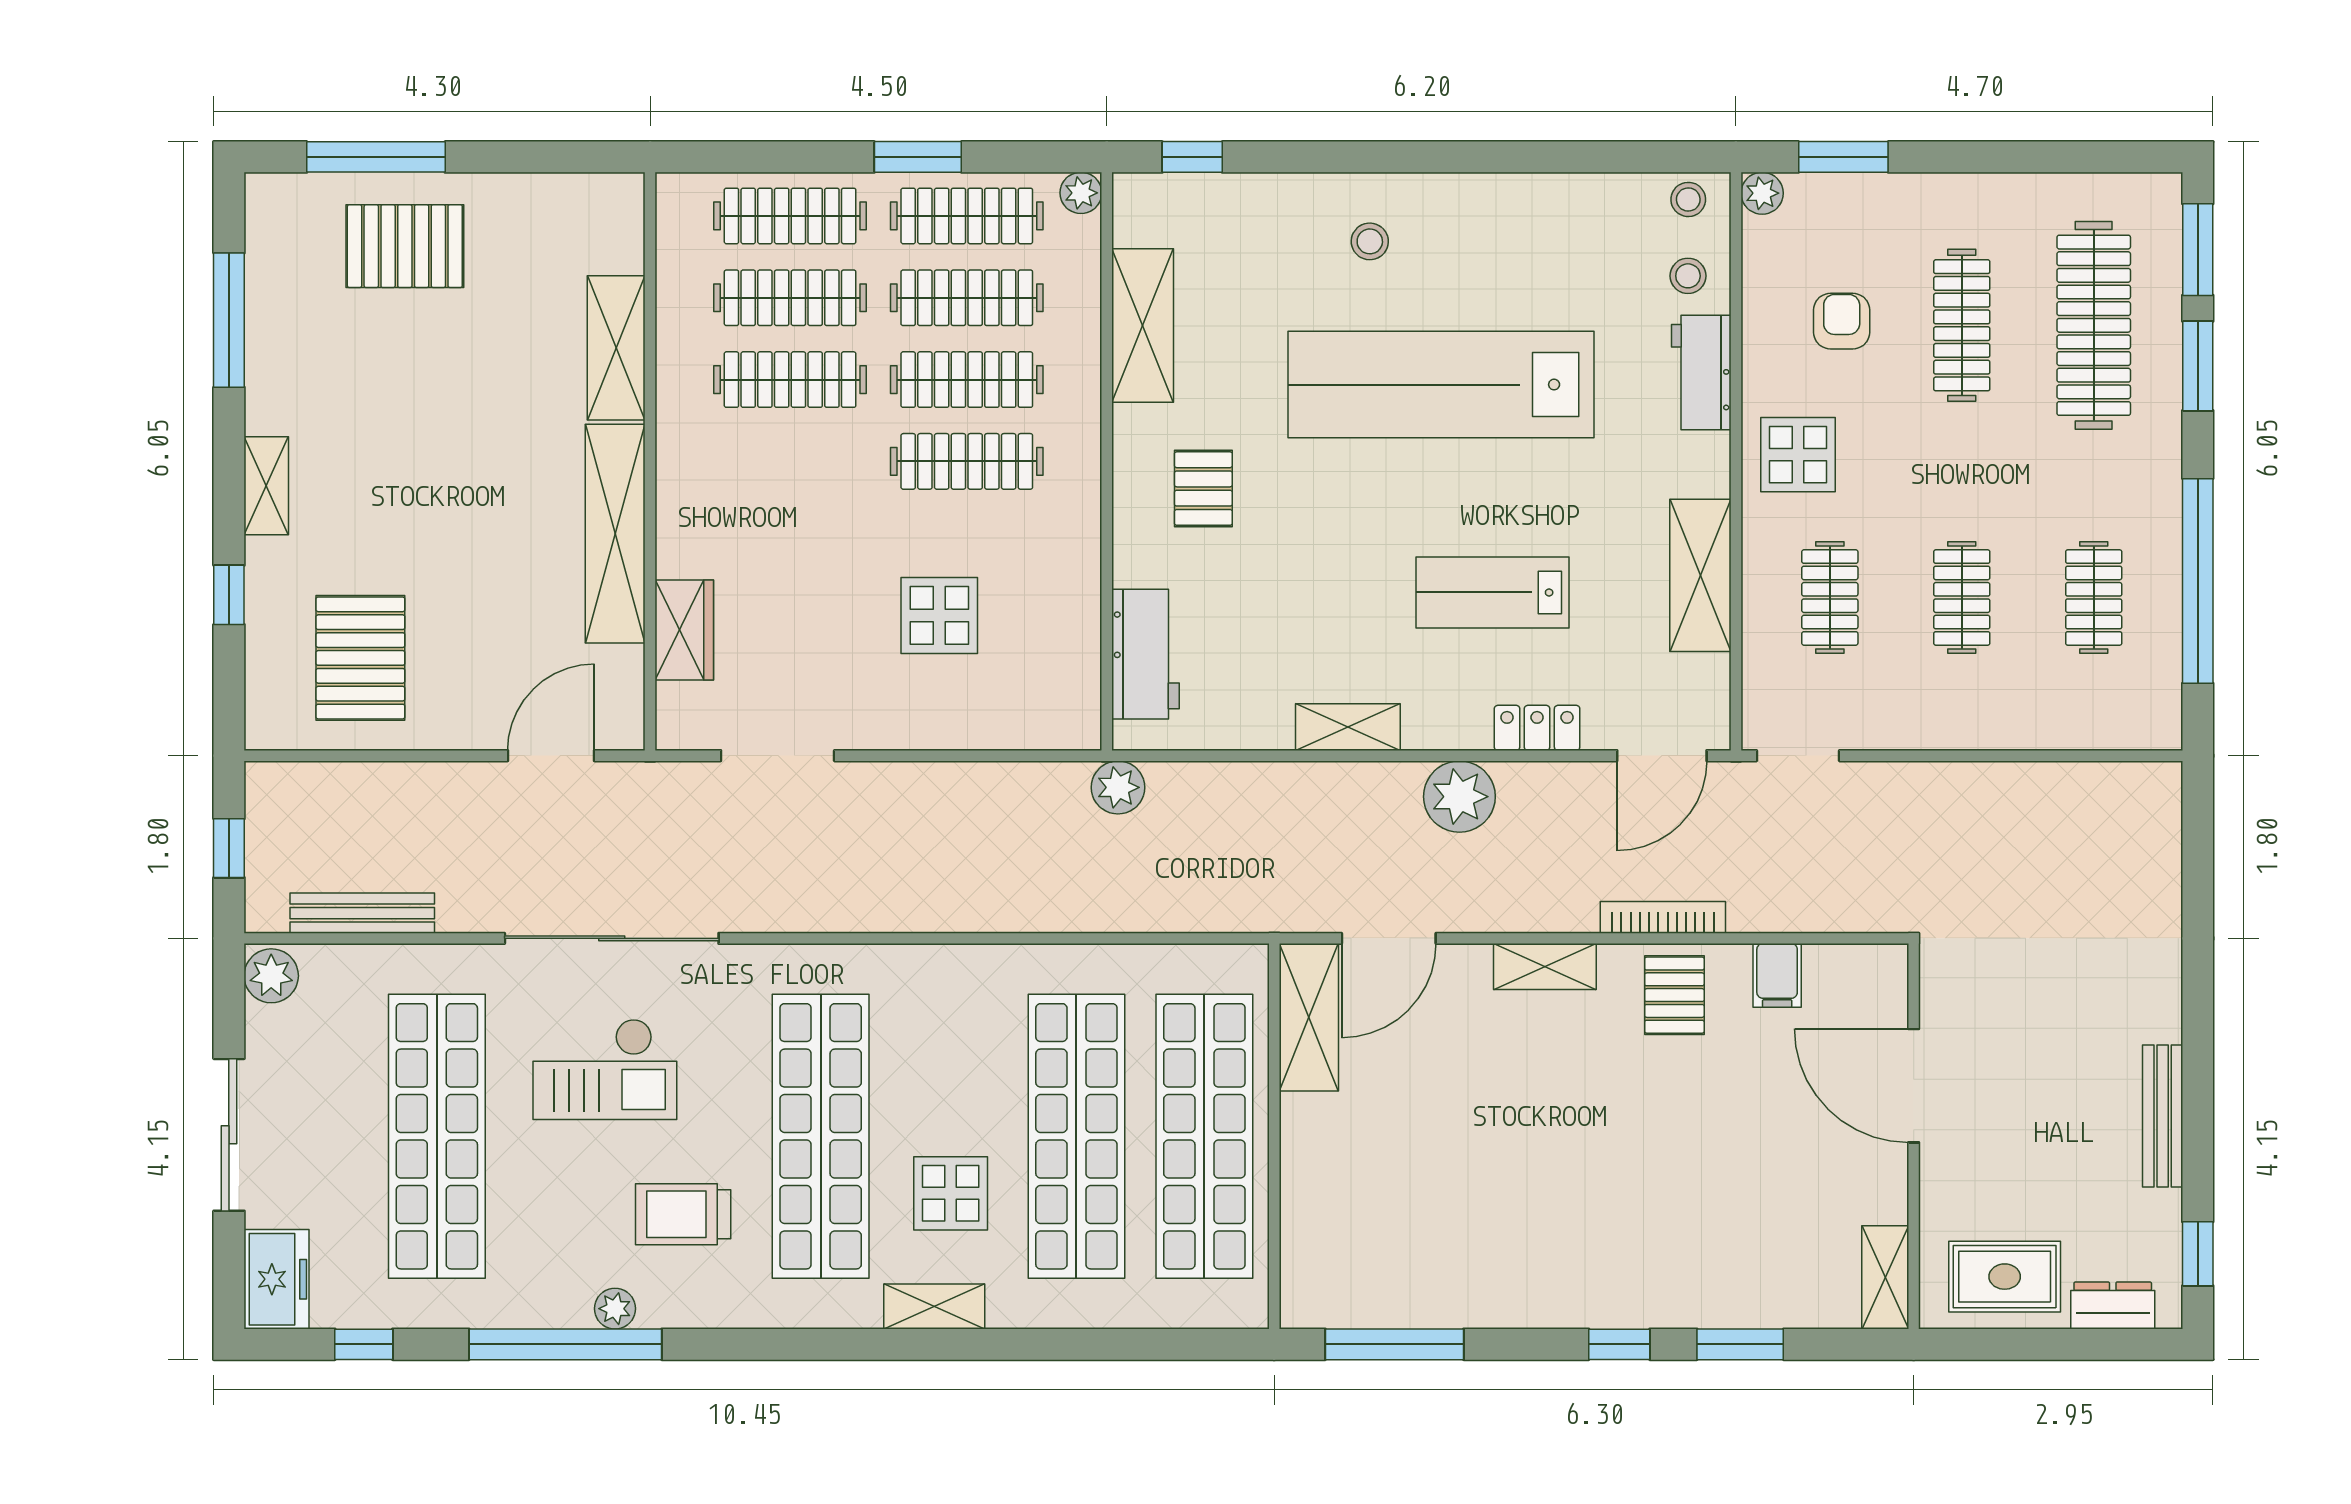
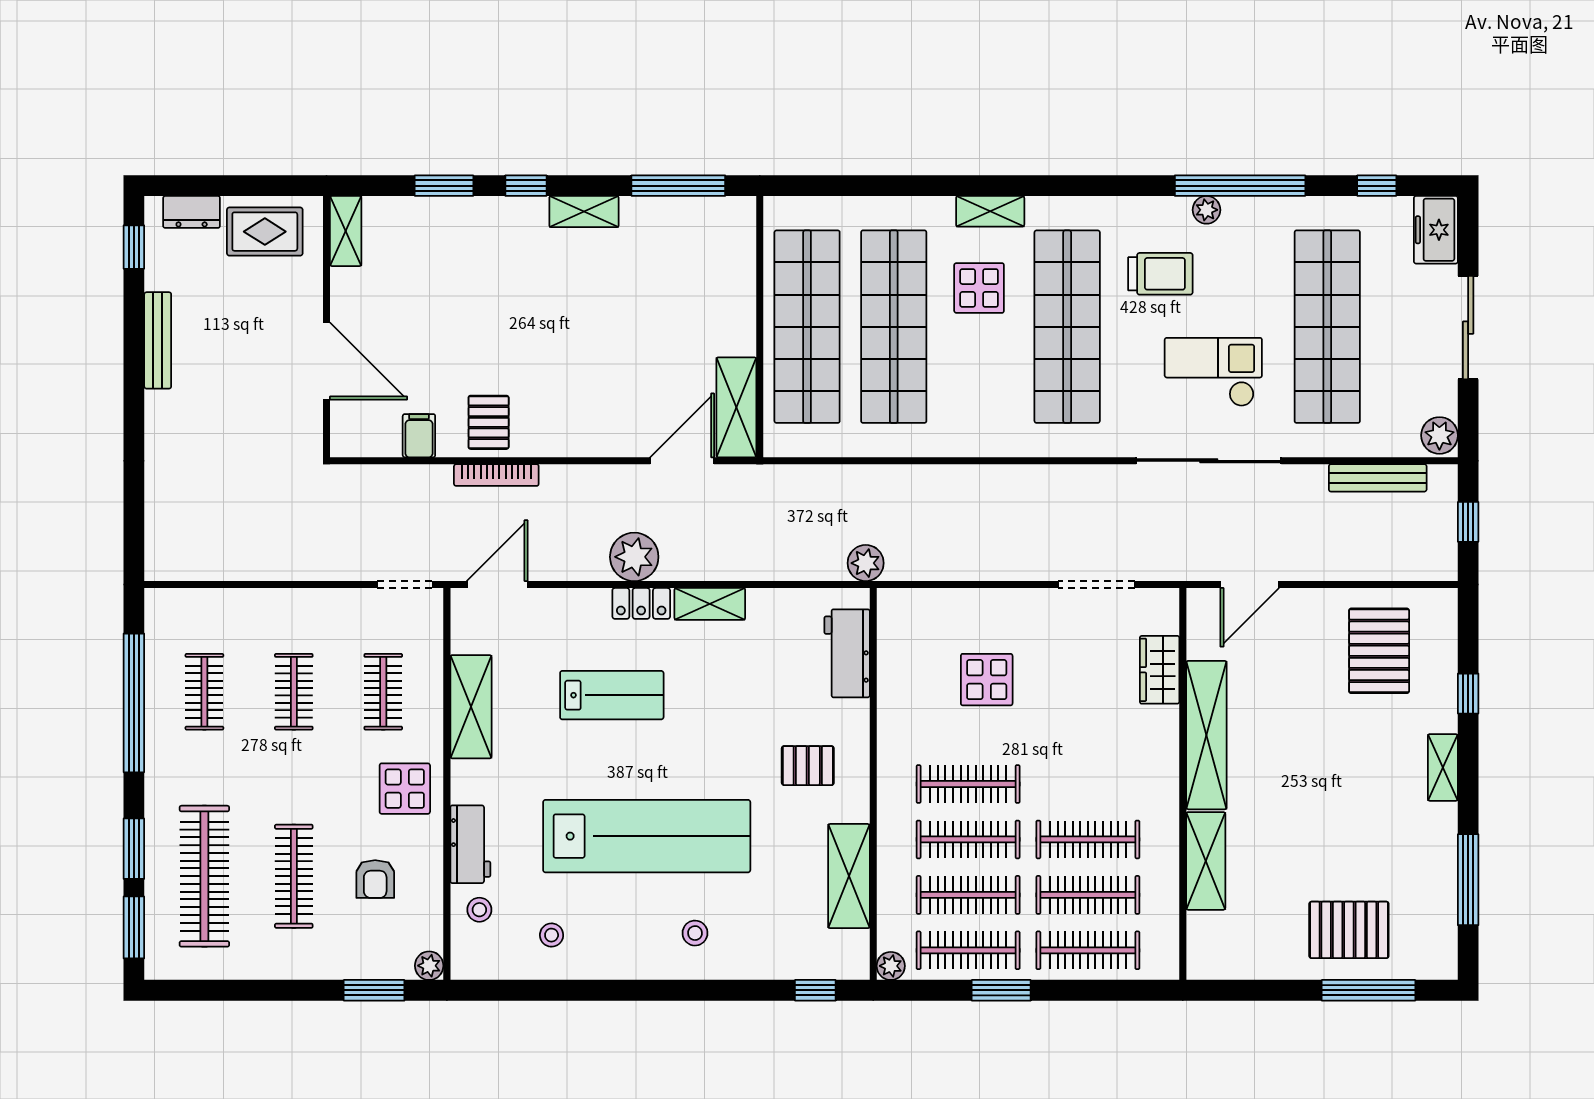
stool: (1688, 199) -> (552, 935), moved
pallet: (1203, 489) -> (808, 766), turned 90
locker: (1537, 728) -> (641, 603), moved
shelving: (1545, 967) -> (584, 212), moved

